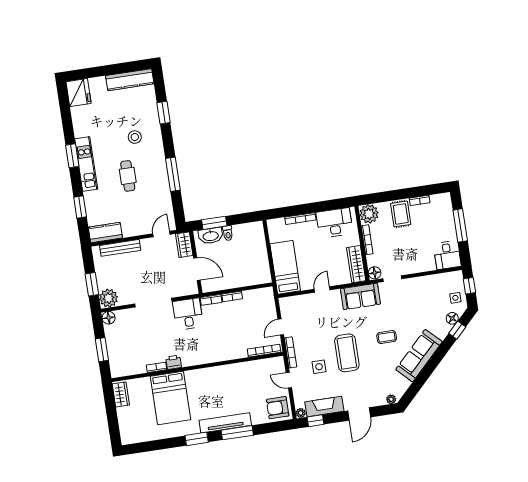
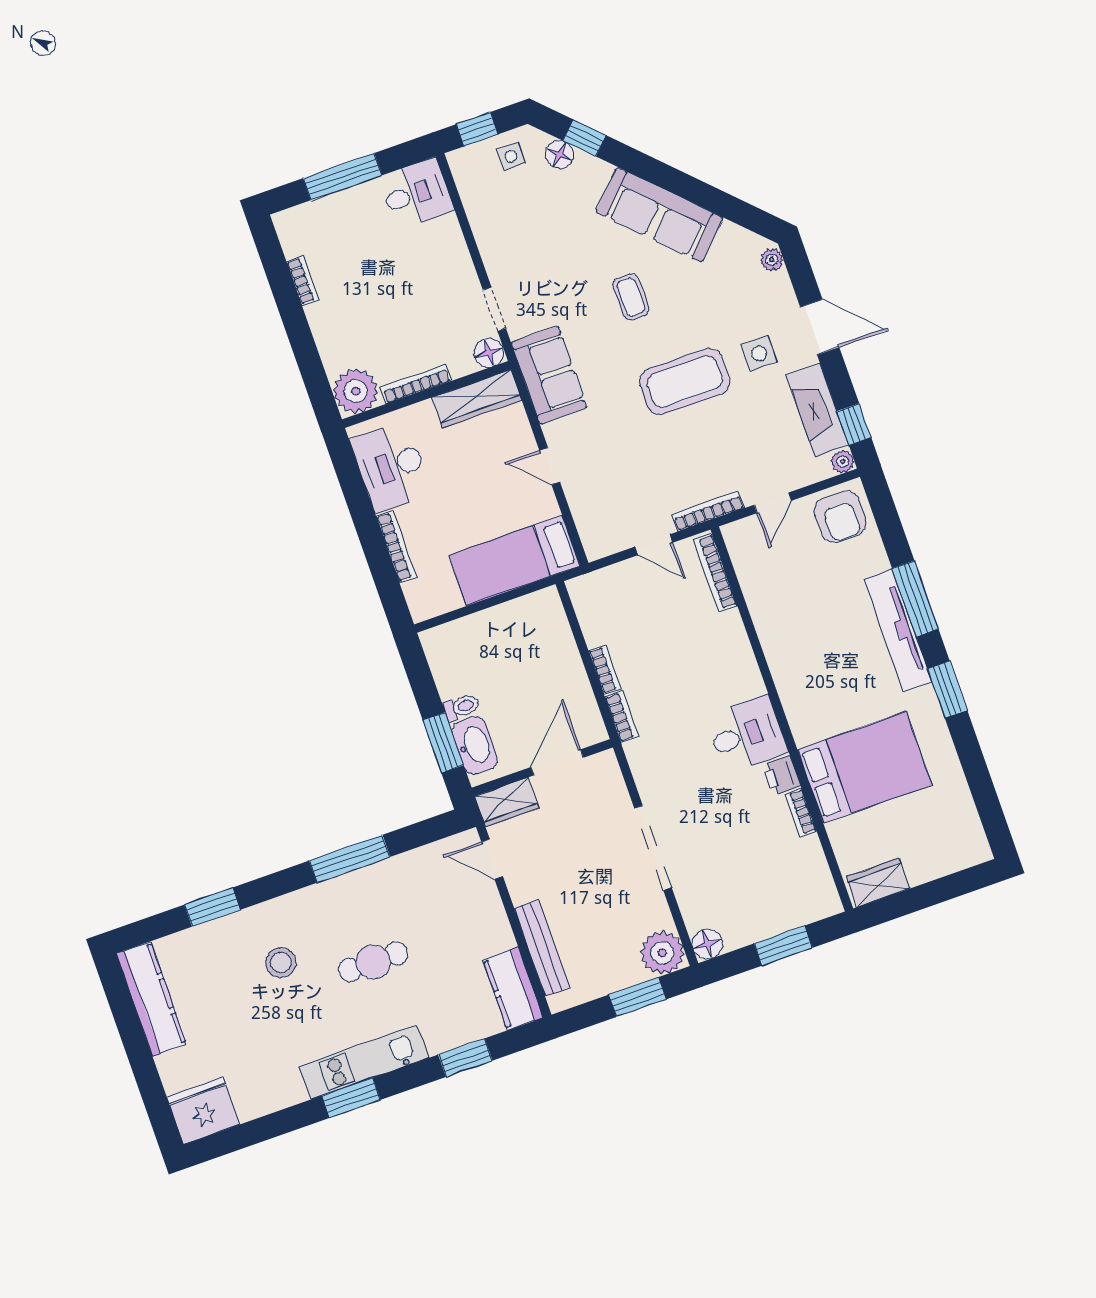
rug: (401, 214) -> (342, 318), removed
desk: (188, 314) -> (746, 734), moved, turned 180
side table: (319, 367) -> (759, 353), moved

